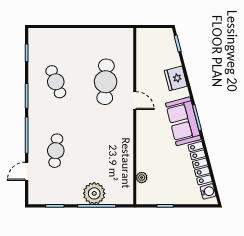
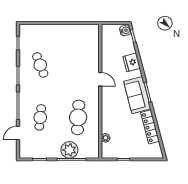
cafe table: (106, 82) -> (78, 117), moved
water cooler: (208, 191) -> (125, 30), moved

